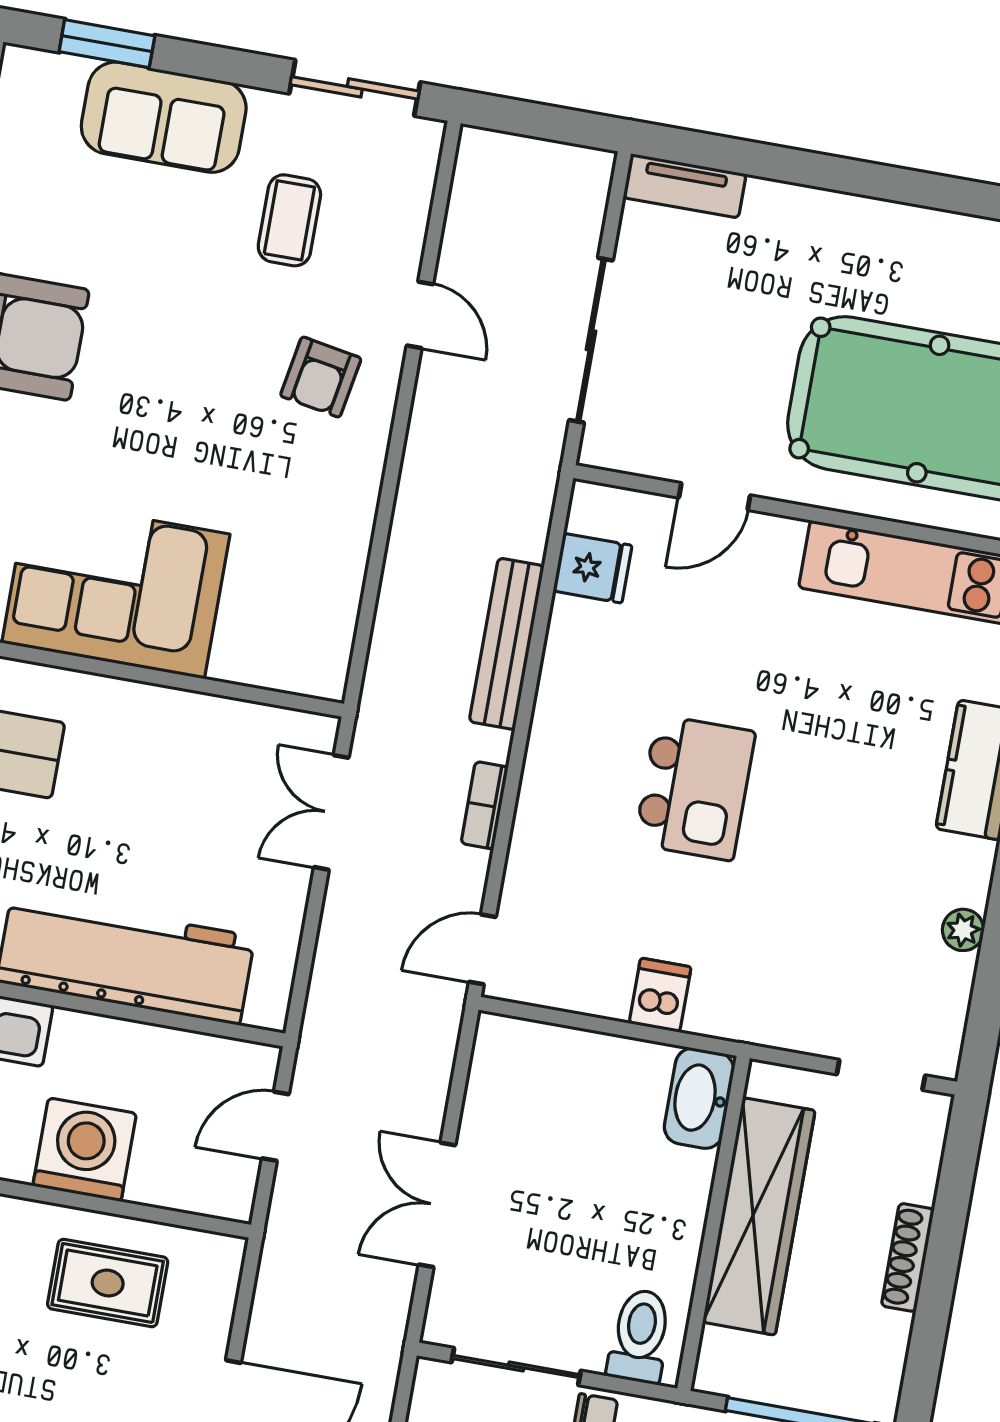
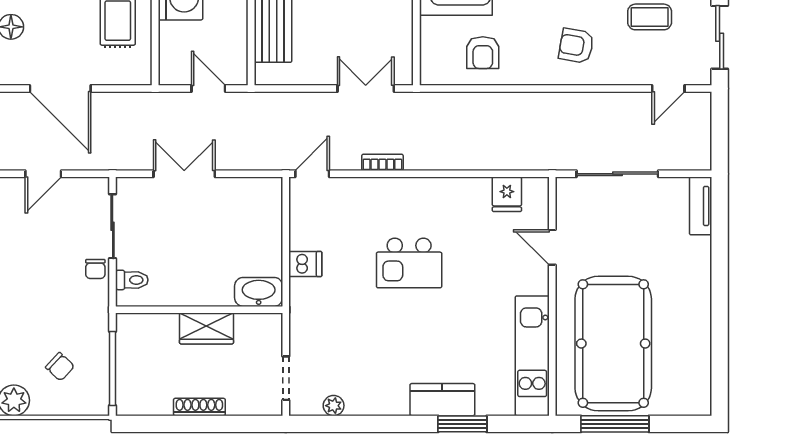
door: (420, 315) -> (668, 89), moved
armchair: (301, 566) -> (483, 53), added
bench: (507, 644) -> (463, 159), removed
plant: (963, 930) -> (334, 406), moved
door: (482, 949) -> (312, 174), hinge flipped
wardrobe: (759, 1216) -> (206, 328), width x0.48, depth x0.85
toilet: (640, 1336) -> (132, 280), width x0.73, depth x0.72

